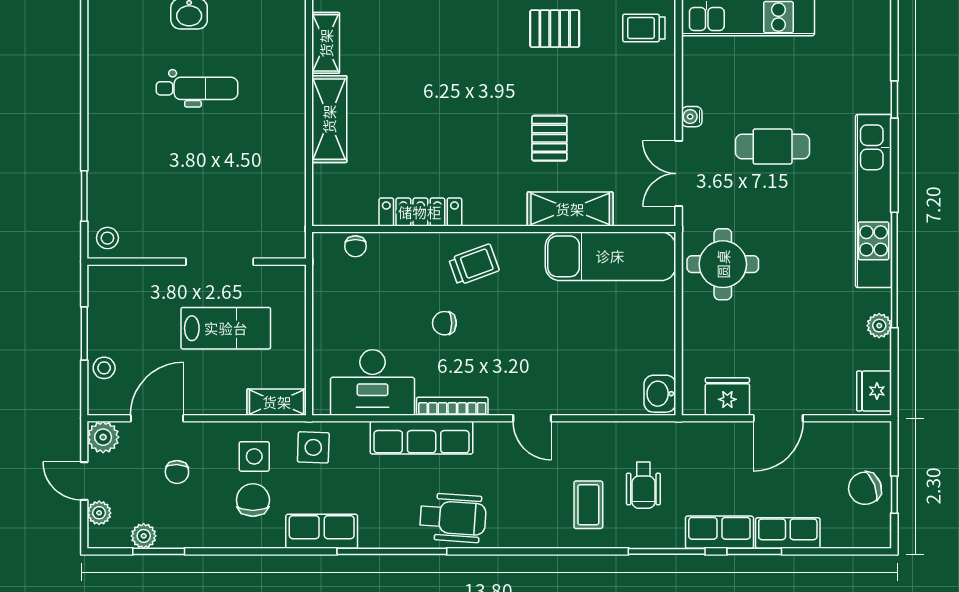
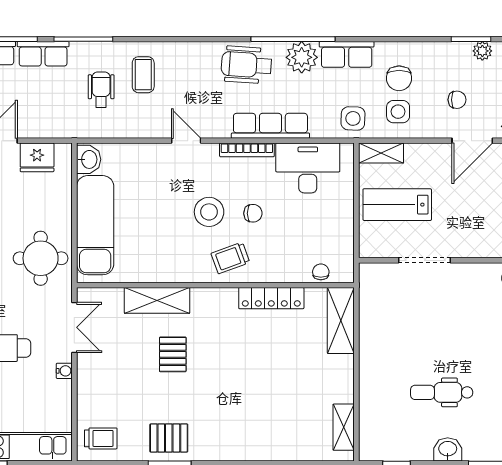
shelving: (329, 119) -> (341, 320), moved
exam couch: (610, 256) -> (95, 225), moved, turned 90
stool: (502, 325) -> (209, 212), added
lab bench: (226, 328) -> (397, 205), moved
chair: (177, 472) -> (457, 100), turned 88
plant: (381, 528) -> (302, 57), added

